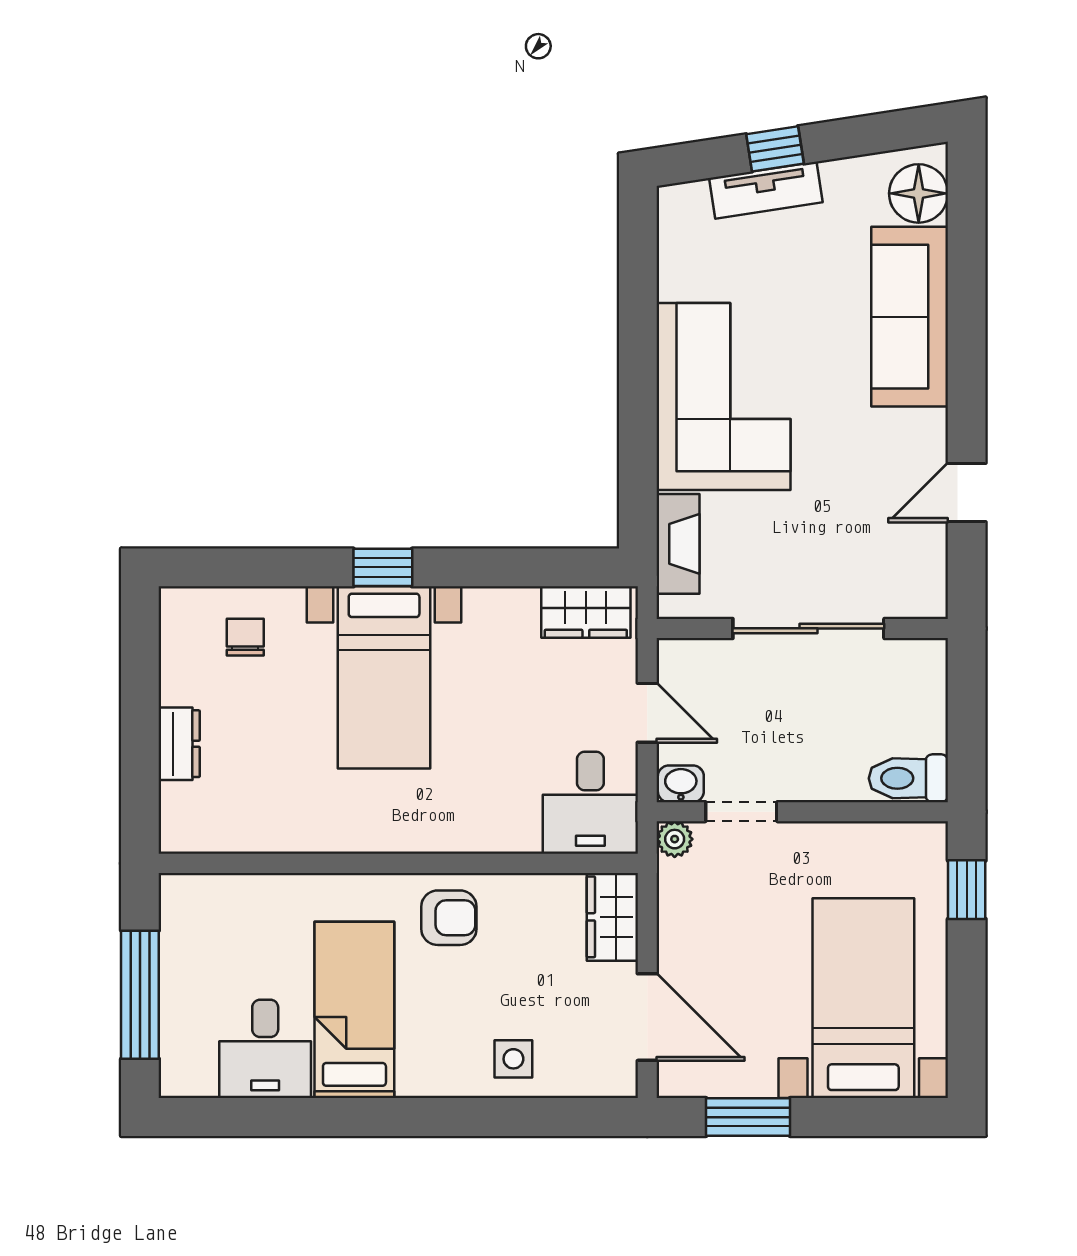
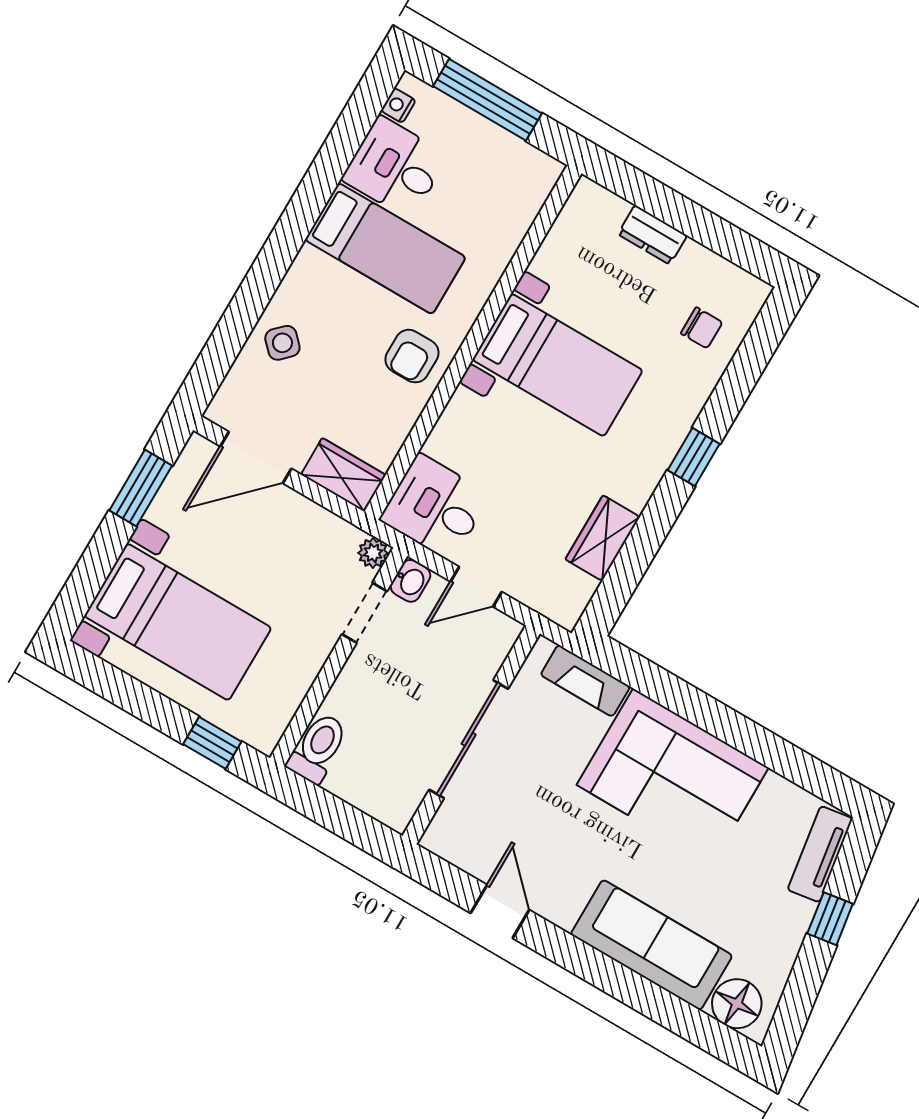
tv unit: (766, 190) -> (820, 854), moved
wardrobe: (586, 612) -> (603, 538), moved
bed with nightstands: (384, 677) -> (557, 365), moved, turned 180
side table: (513, 1059) -> (282, 343), turned 45
nightstand: (200, 1083) -> (398, 105), added

